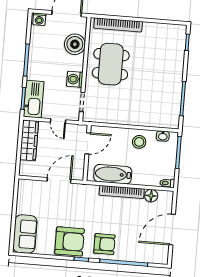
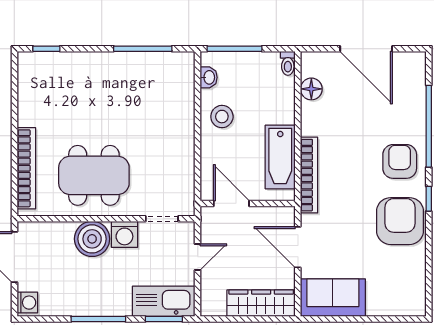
boiler: (75, 44) -> (92, 239), moved
wardrobe: (29, 140) -> (261, 303), moved
bookcase: (122, 192) -> (309, 175), moved
sofa: (25, 234) -> (333, 298), moved

